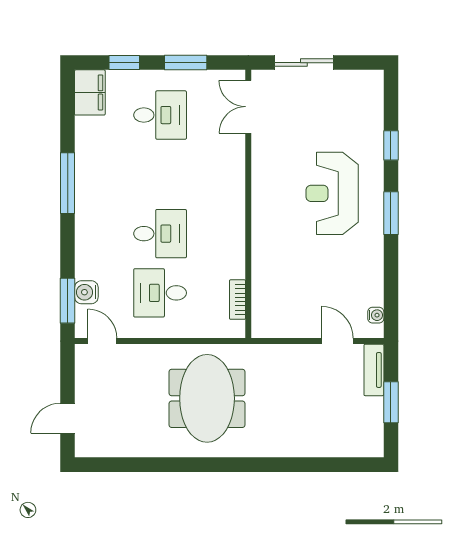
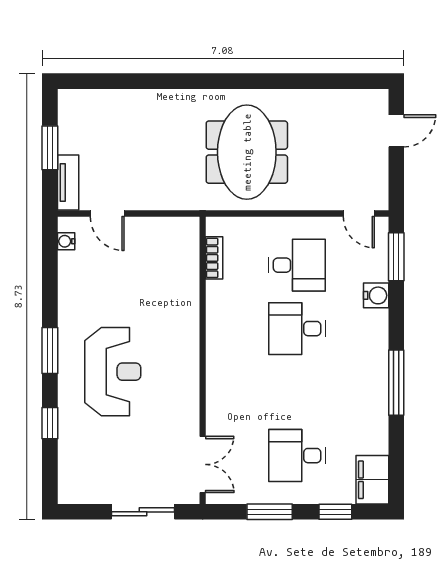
water cooler: (86, 292) -> (376, 295), moved

